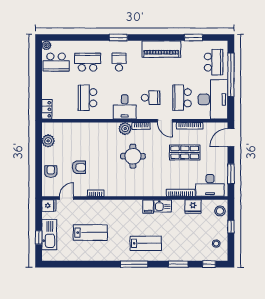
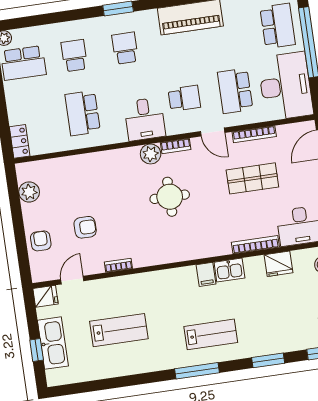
school desk: (88, 62) -> (74, 56), width x0.54

